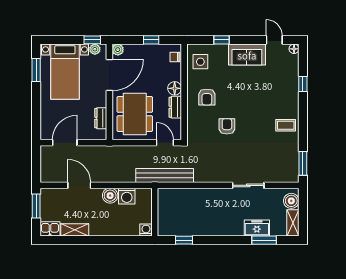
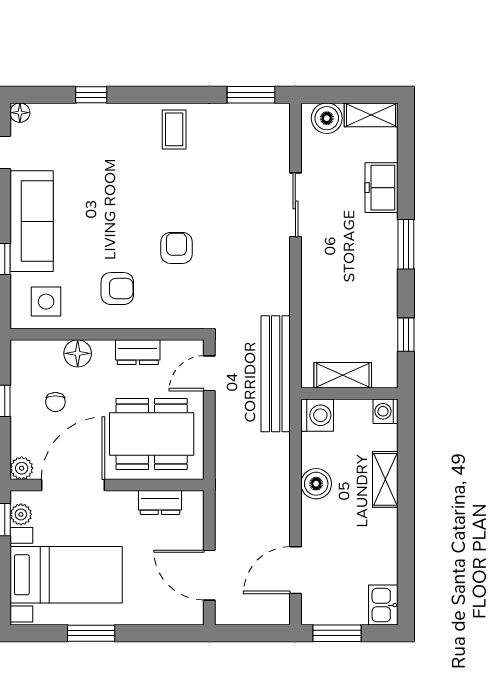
sofa: (247, 55) -> (32, 221), width x1.36
chair: (175, 57) -> (55, 402), moved
window: (36, 70) -> (91, 633), moved
door: (109, 75) -> (73, 485), hinge flipped
floor lamp: (175, 88) -> (78, 353), moved
armchair: (227, 126) -> (177, 248), turned 90
door: (79, 185) -> (295, 570), moved
washing machine: (127, 196) -> (317, 415), moved
shelving: (164, 209) -> (343, 375), added
shelving: (75, 230) -> (385, 479), moved
window: (264, 240) -> (406, 244), moved

